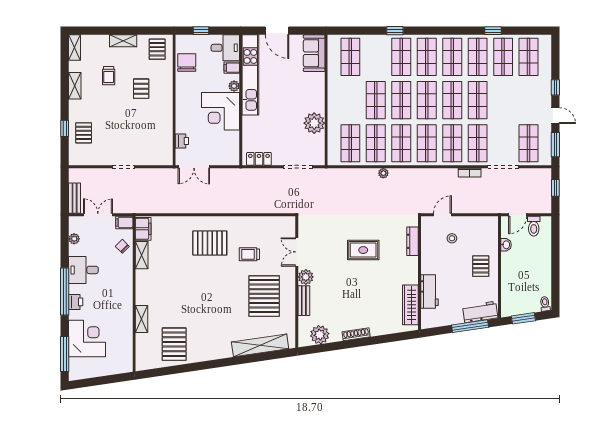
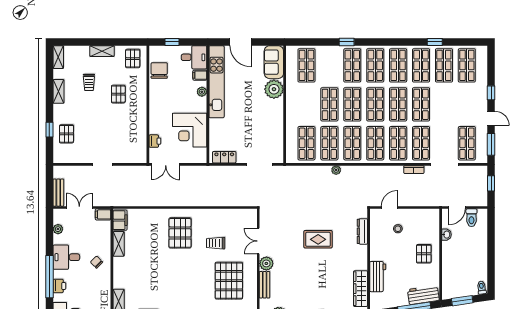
corner desk: (221, 111) -> (190, 130), moved
plant: (314, 123) -> (274, 89), moved
pallet: (210, 243) -> (180, 233), turned 90
chair: (122, 246) -> (97, 262), moved

